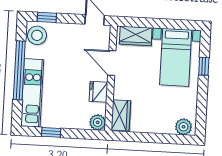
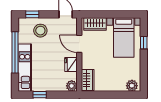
stool: (37, 35) -> (40, 31), moved

